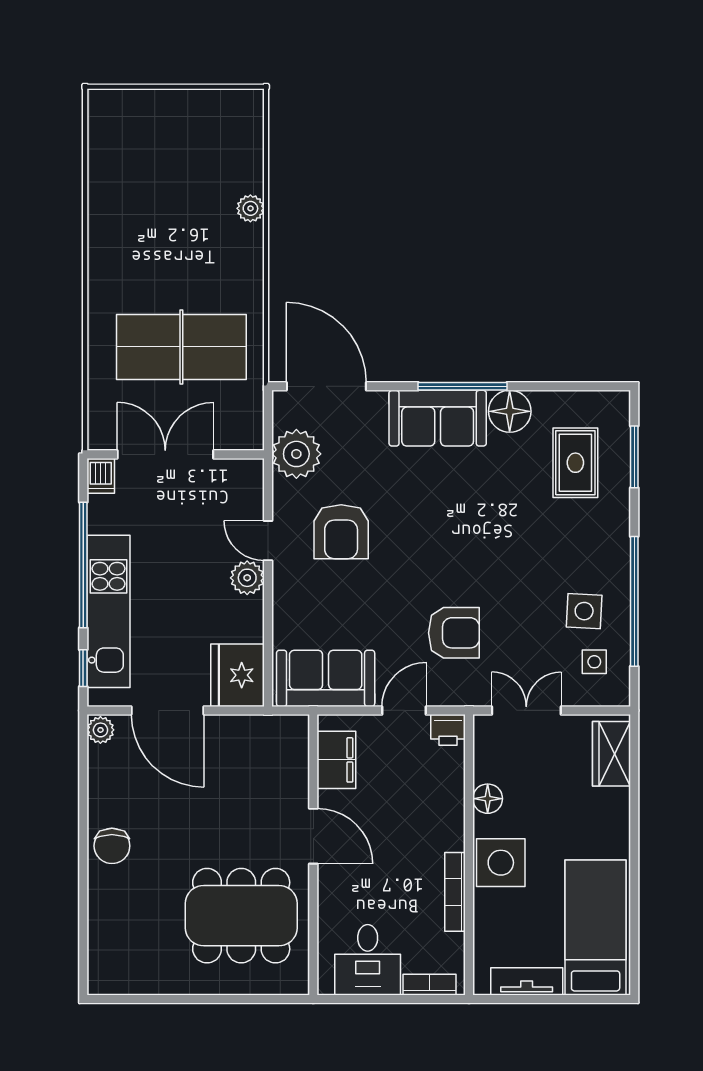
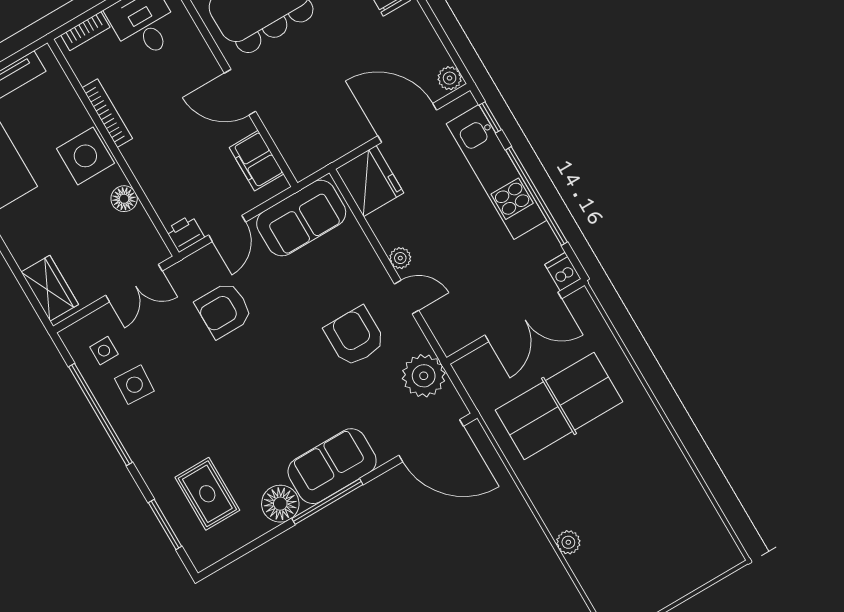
plant: (247, 578) -> (400, 258), width x0.73, depth x0.73

